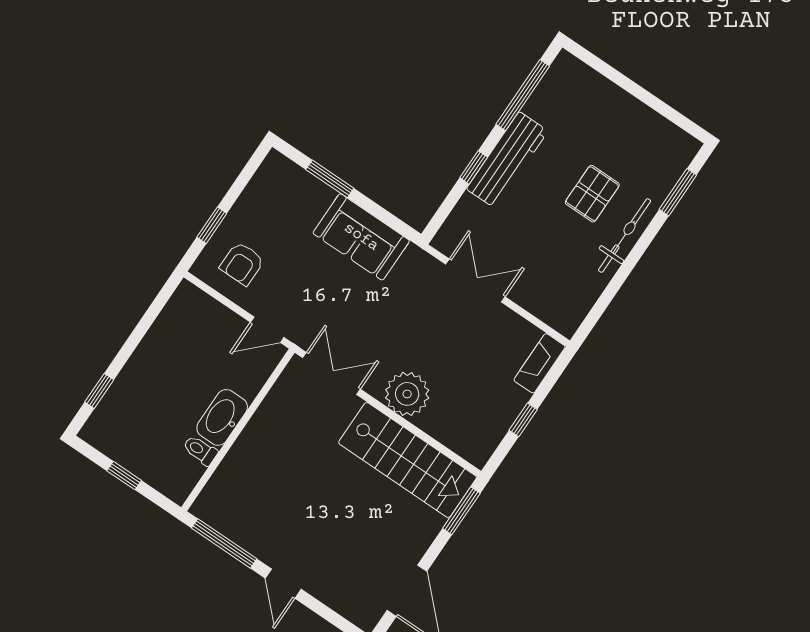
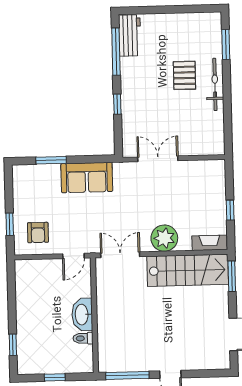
workbench: (507, 160) -> (130, 35), moved, width x0.73
fireplace: (539, 363) -> (209, 243), moved, turned 90

